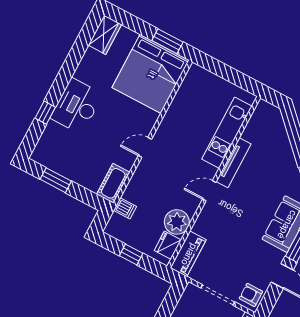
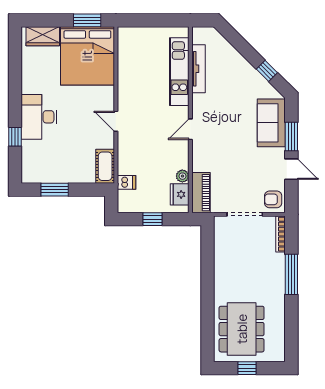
wardrobe: (105, 35) -> (43, 36), moved, turned 90
door: (145, 147) -> (116, 121), hinge flipped
tv unit: (233, 163) -> (198, 69), moved
plant: (177, 222) -> (182, 176), width x0.53, depth x0.53

